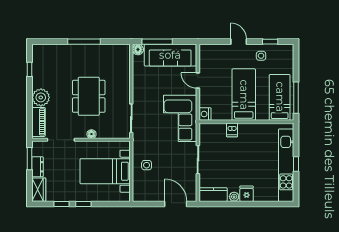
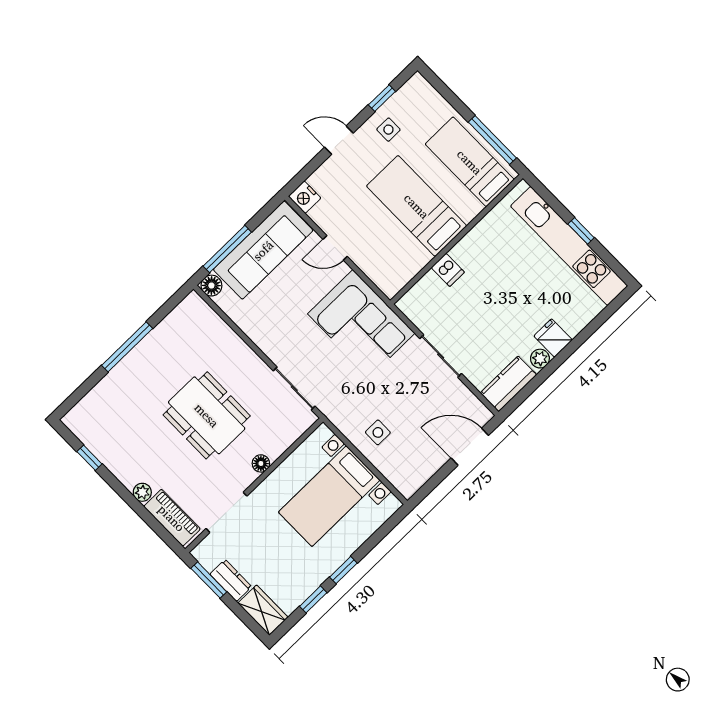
plant: (41, 97) -> (142, 492), width x0.53, depth x0.53
nightstand: (205, 114) -> (305, 197), moved

